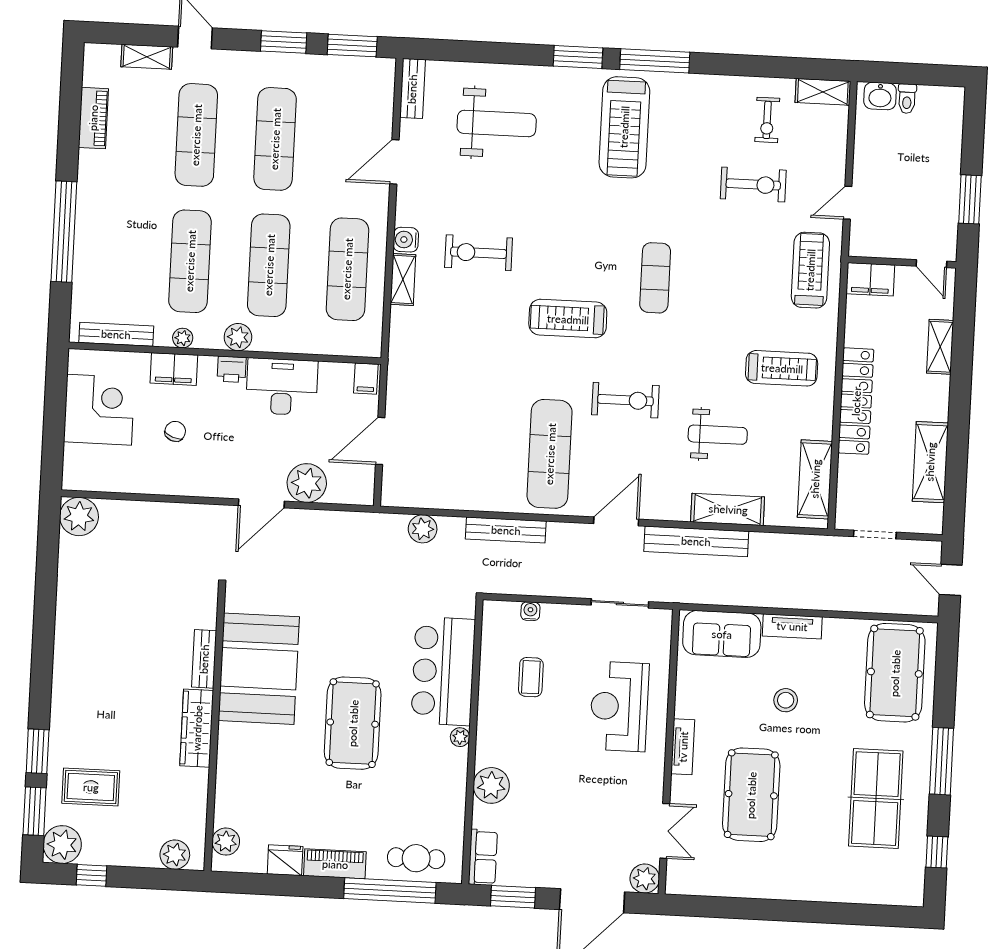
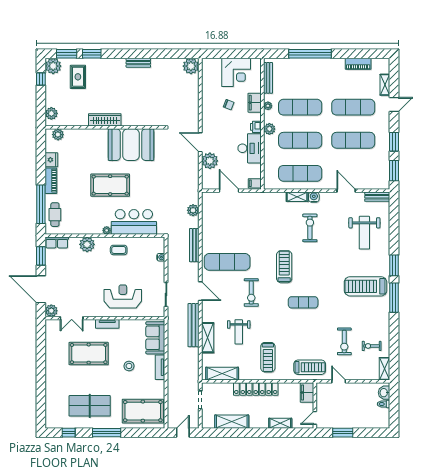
bench: (204, 659) -> (138, 63), moved
coffee table: (531, 677) -> (119, 250), moved

